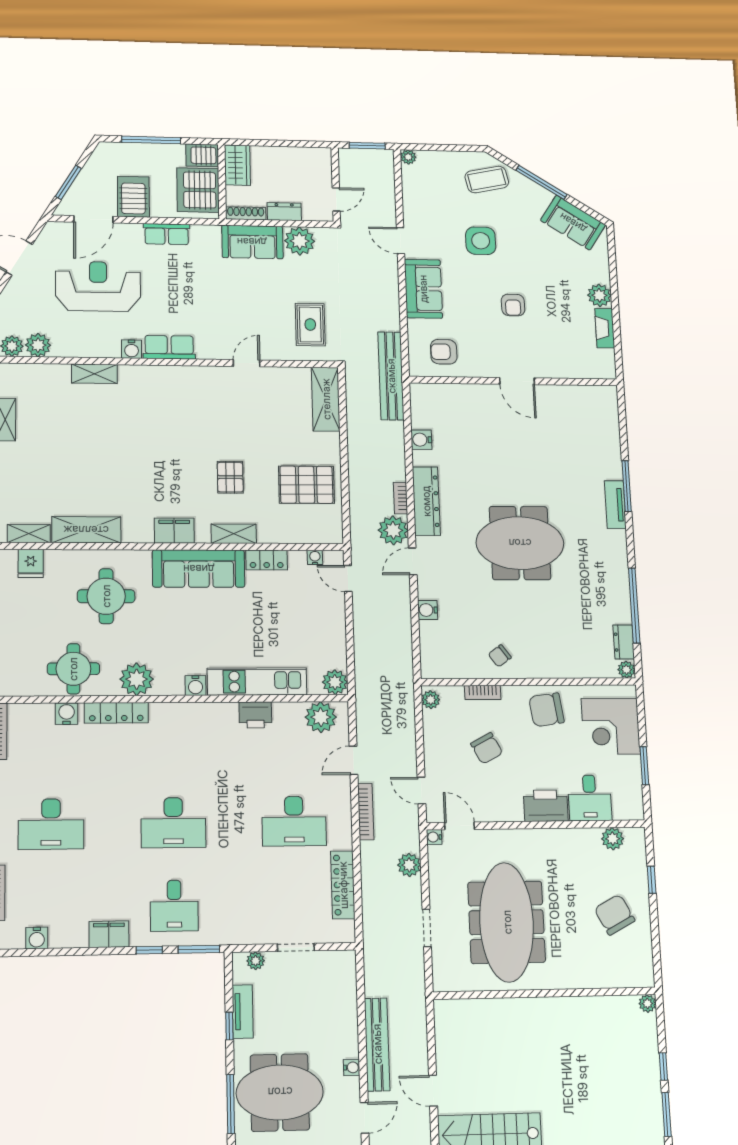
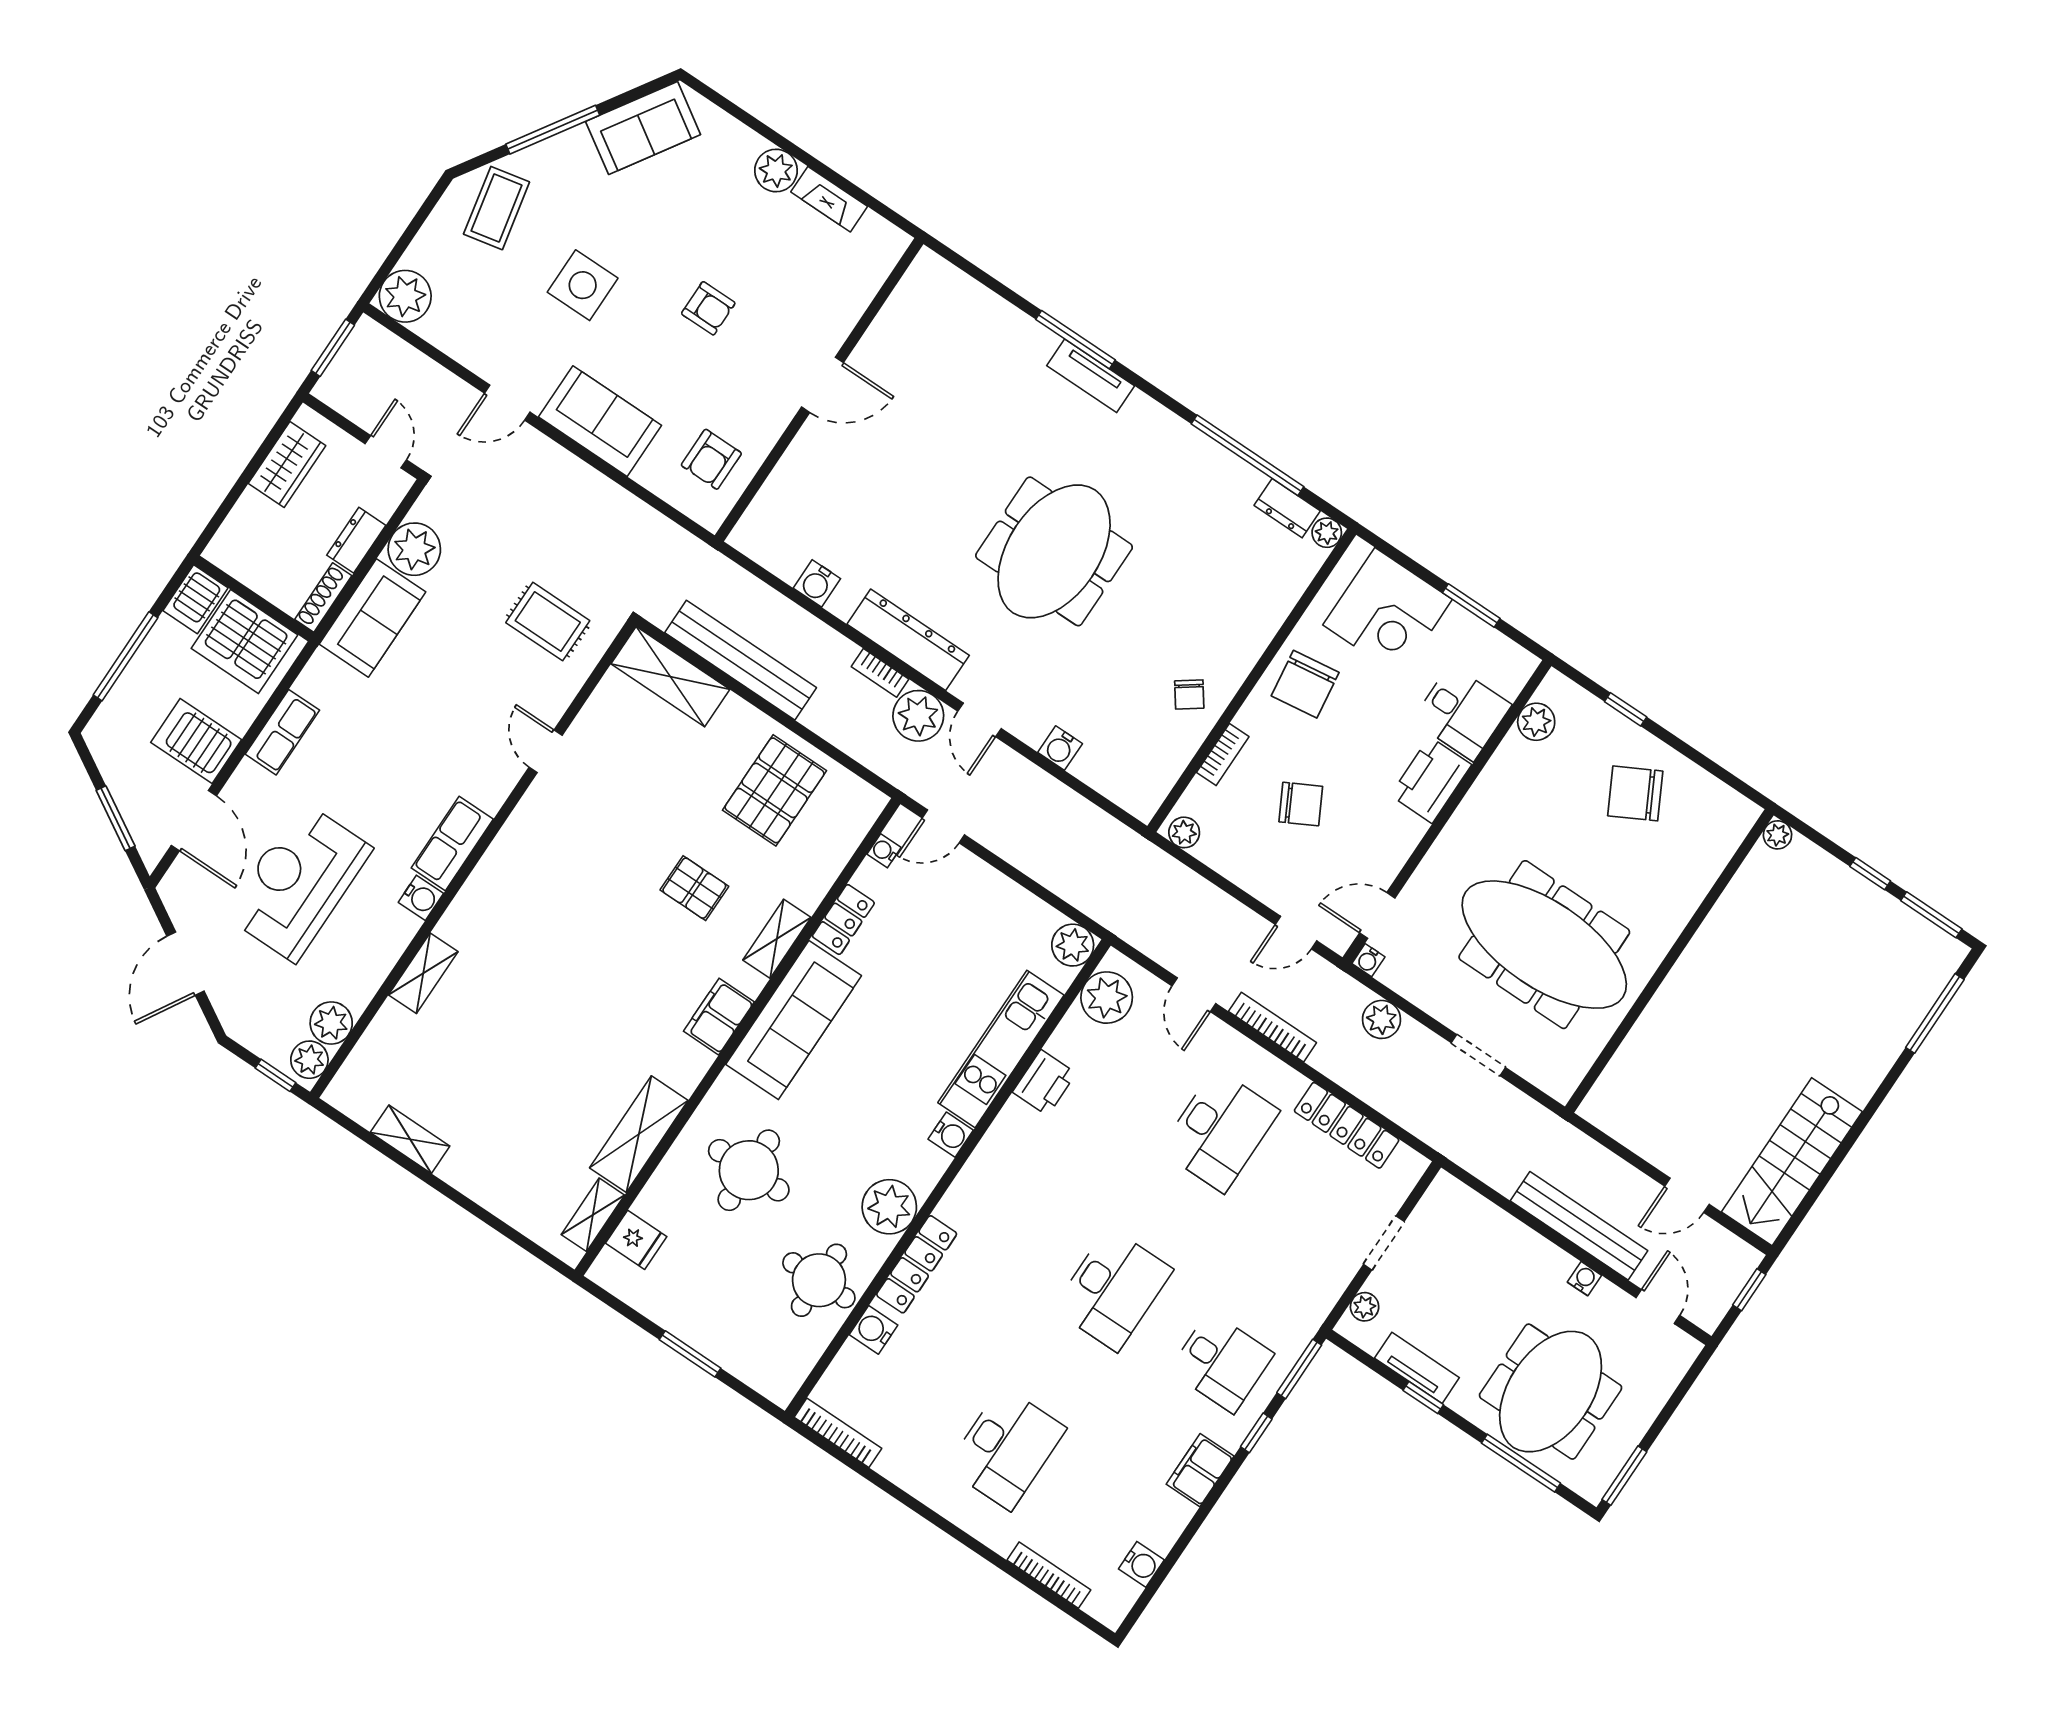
plant: (408, 157) -> (405, 296), width x1.88, depth x1.88
wardrobe: (237, 165) -> (287, 465), moved, turned 90
bench: (391, 376) -> (741, 660), moved

